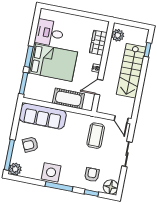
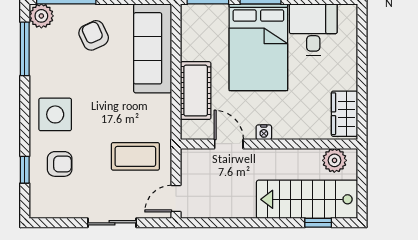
wardrobe: (98, 43) -> (345, 114), moved, turned -90
stairs: (131, 71) -> (307, 199), moved
side table: (51, 172) -> (55, 114), moved
window: (59, 186) -> (25, 49), moved
floor lamp: (111, 187) -> (43, 204), removed

